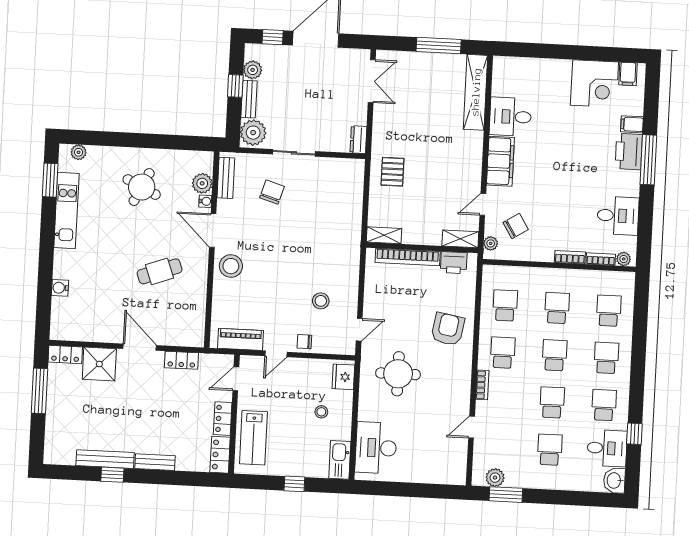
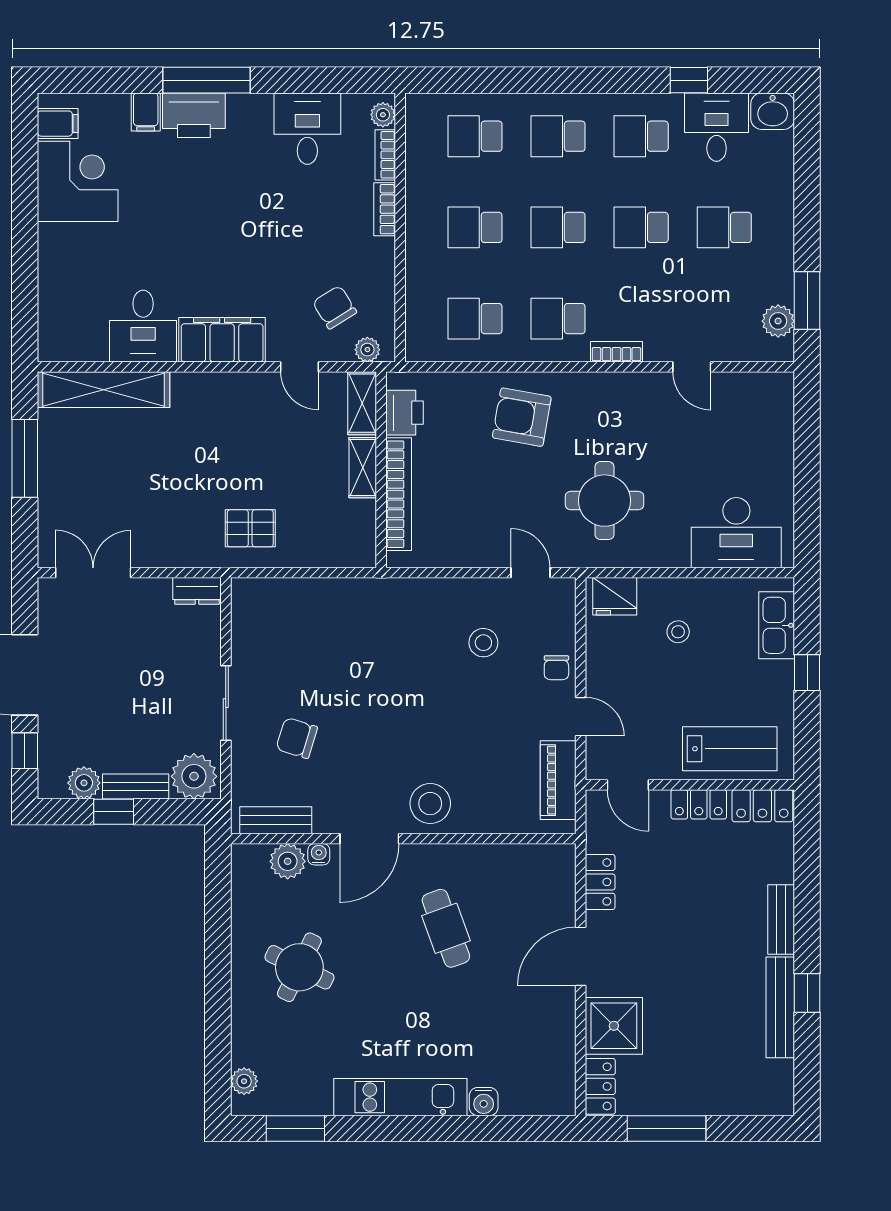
kitchen unit: (66, 211) -> (400, 1097), moved
shelving: (384, 235) -> (363, 468), moved
kitchen sink: (340, 460) -> (777, 625), moved, turned 90

